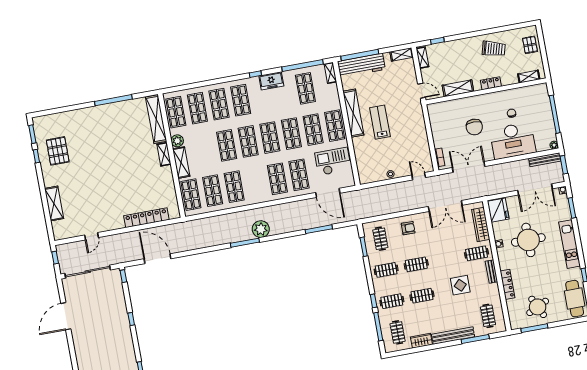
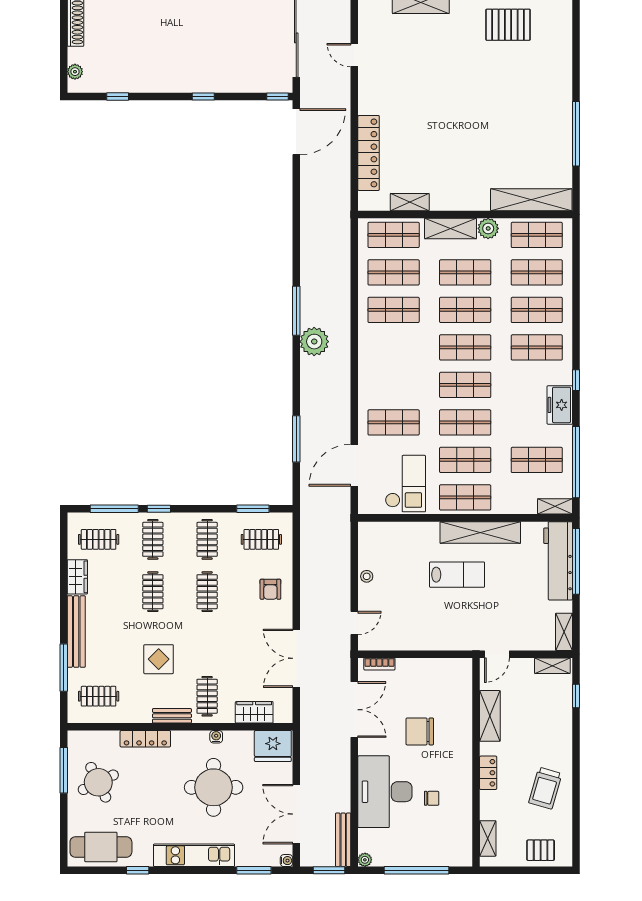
shelving: (164, 154) -> (410, 202), moved
shop shelf: (277, 179) -> (465, 272), moved
wardrobe: (481, 224) -> (254, 712), width x0.67
door: (158, 259) -> (296, 132), moved

